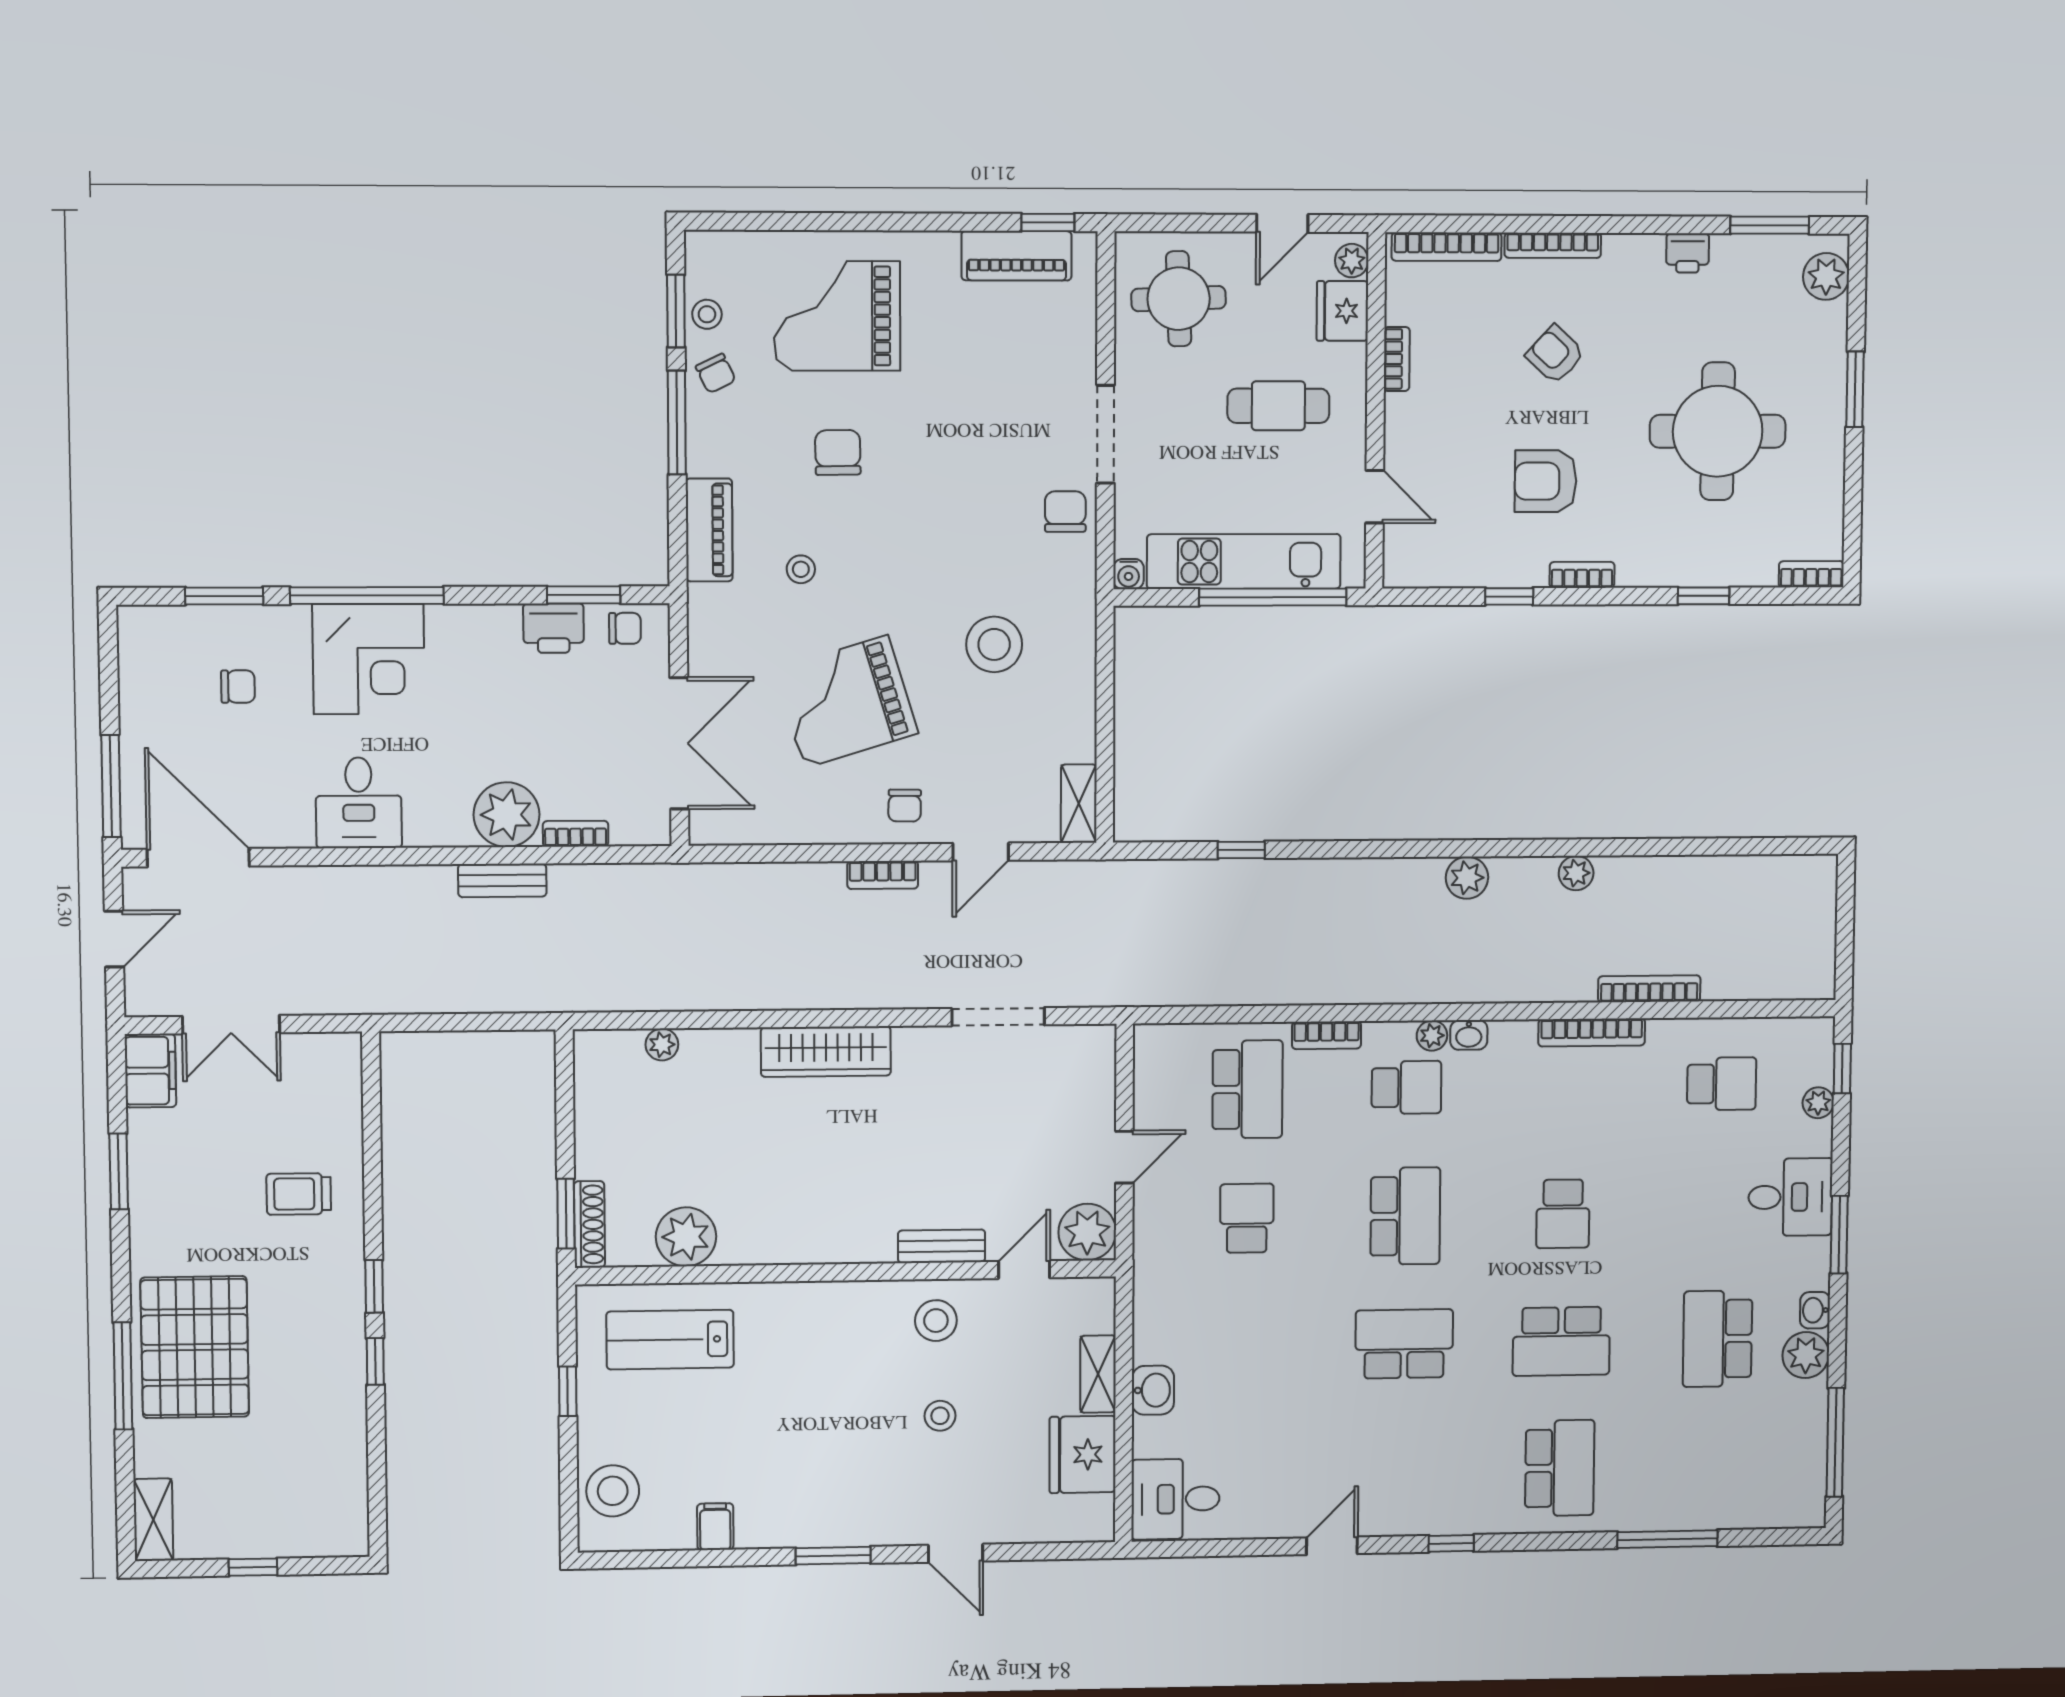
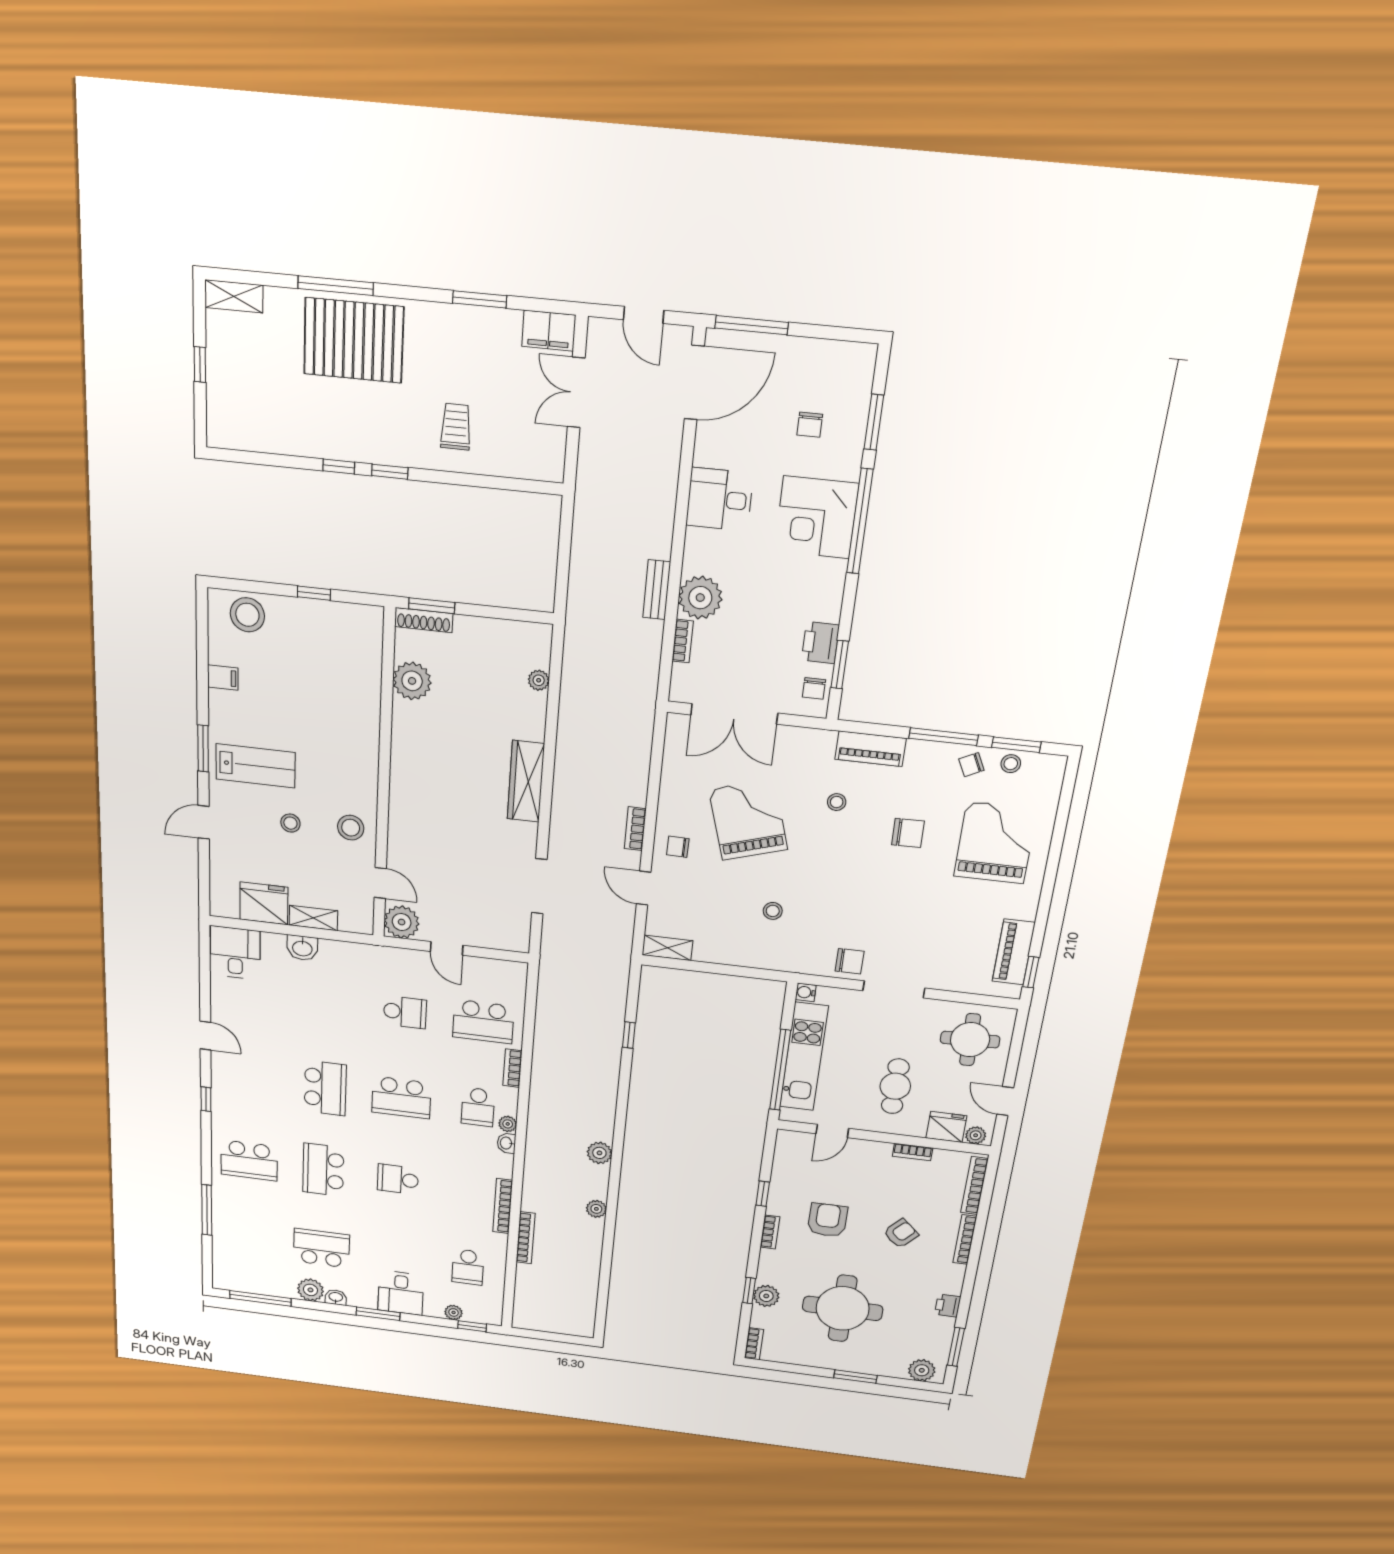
plant: (1710, 565) -> (766, 1296), added
stool: (994, 644) -> (773, 911), width x0.53, depth x0.53
bench: (942, 1246) -> (397, 836), removed
lab bench: (670, 1340) -> (256, 766), moved, turned 90

